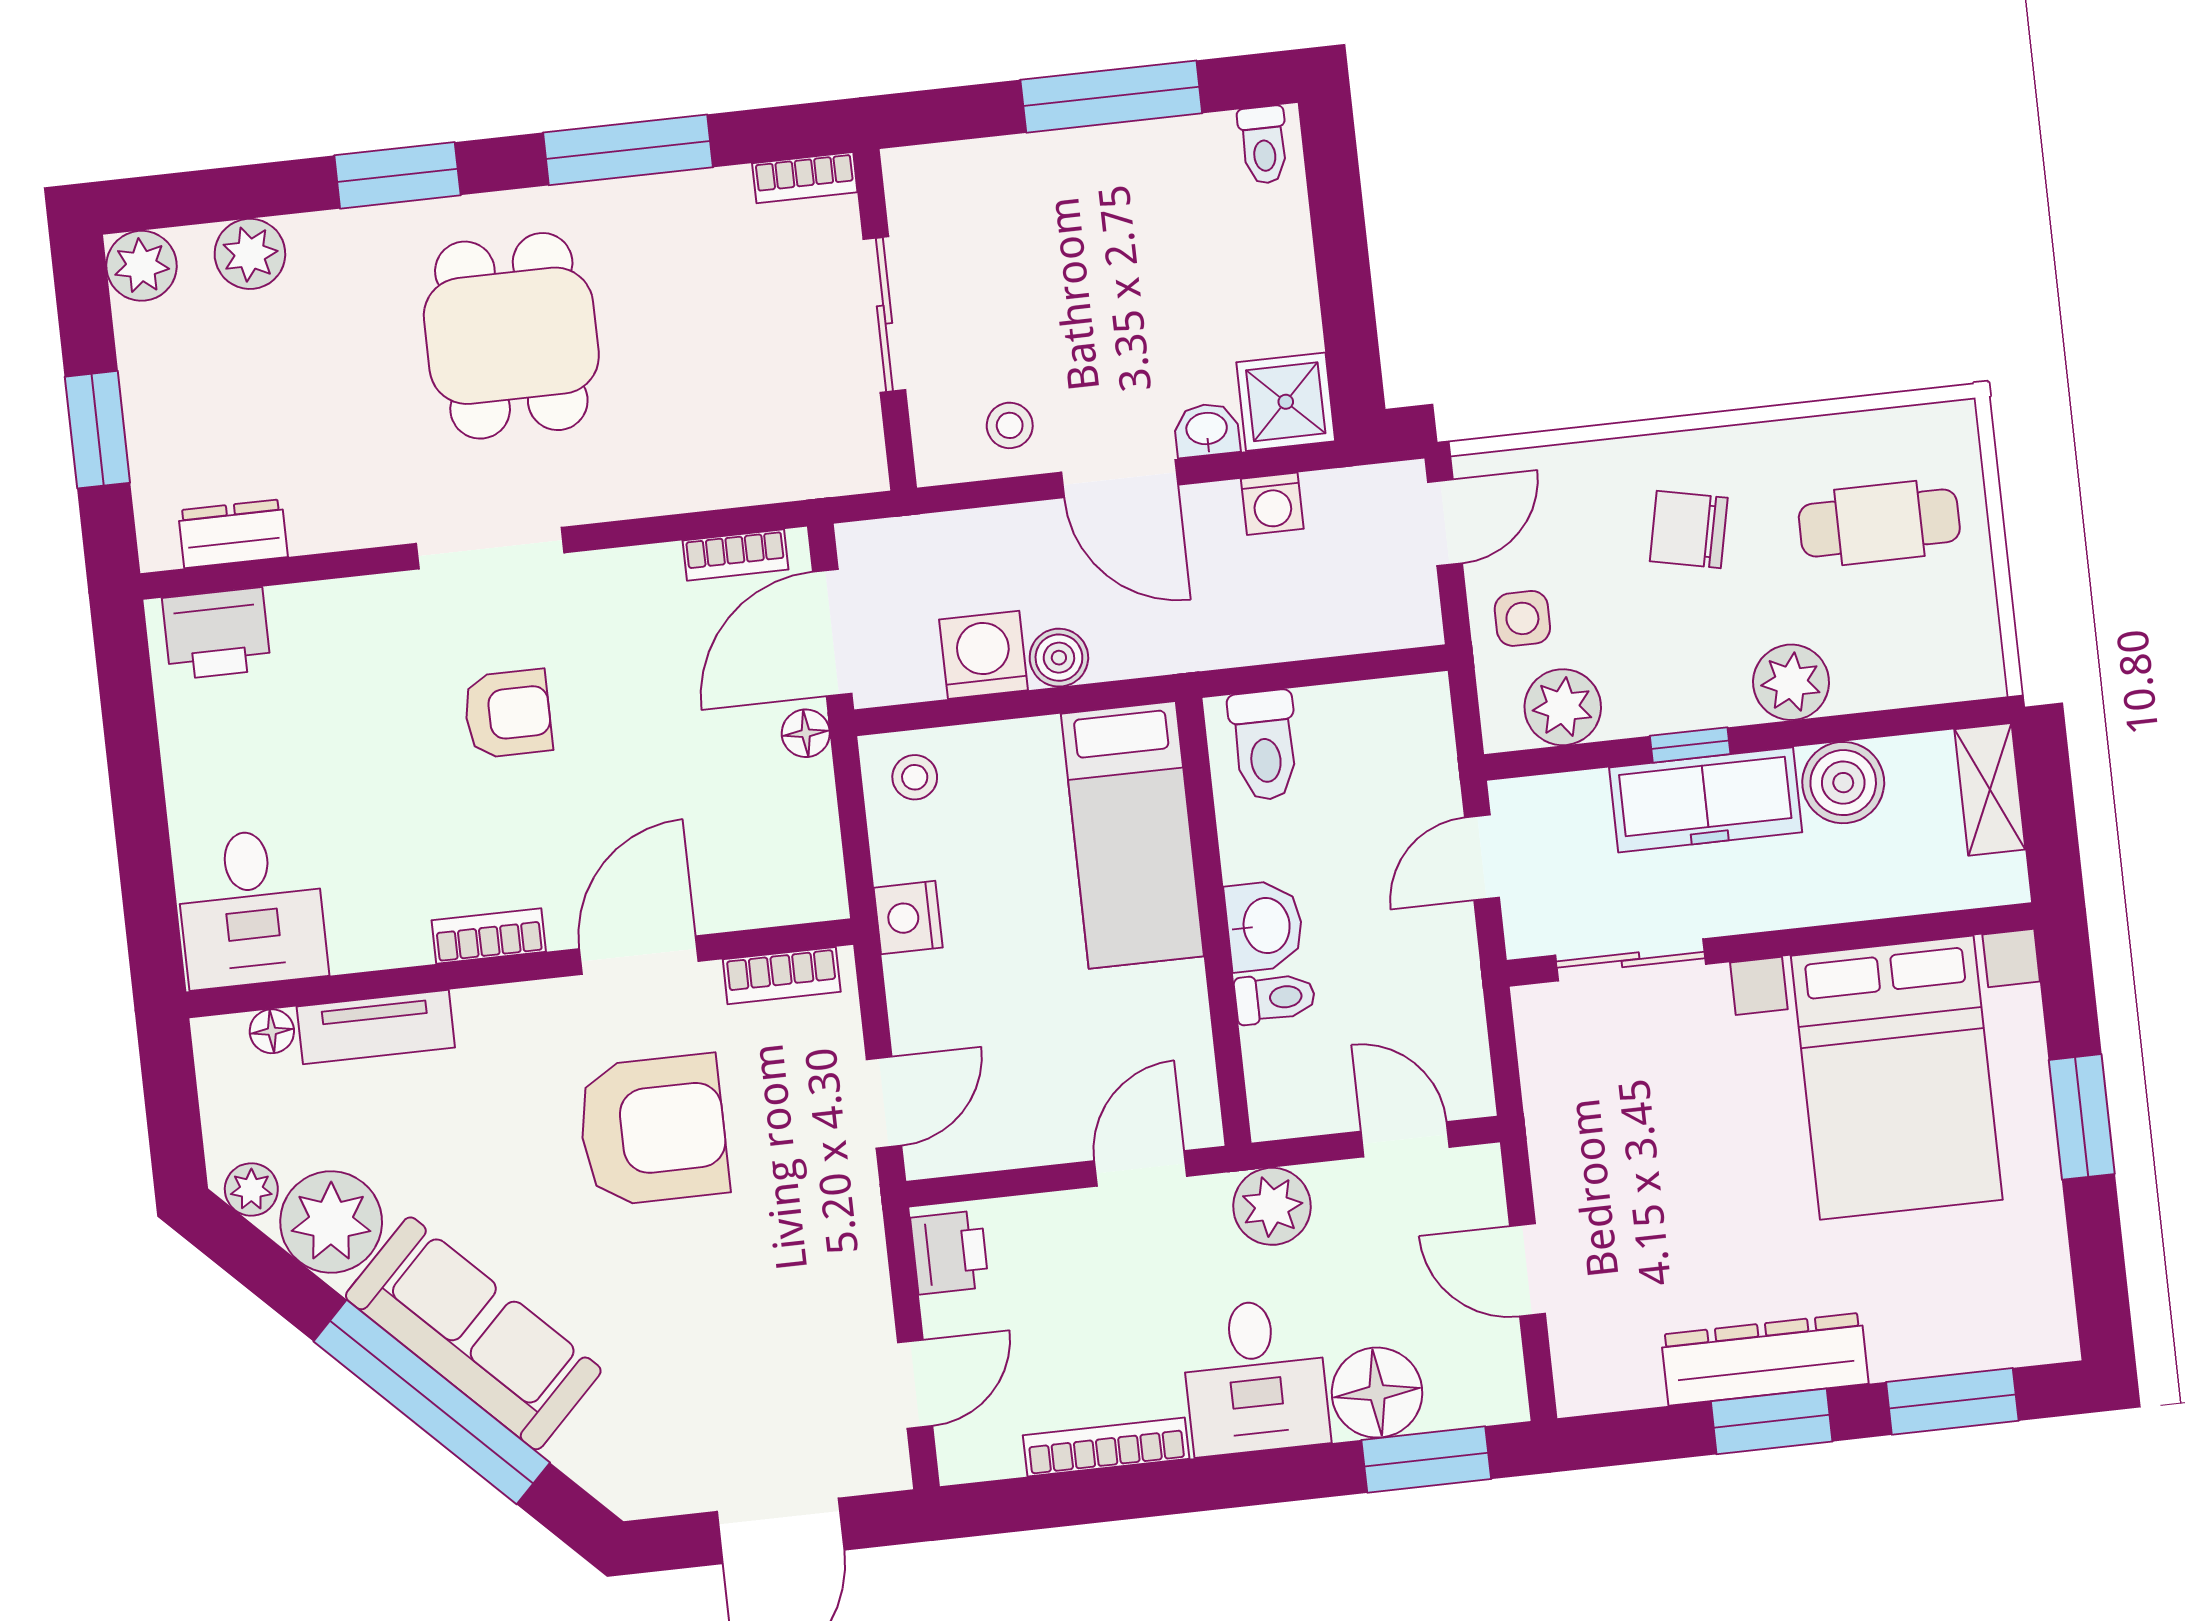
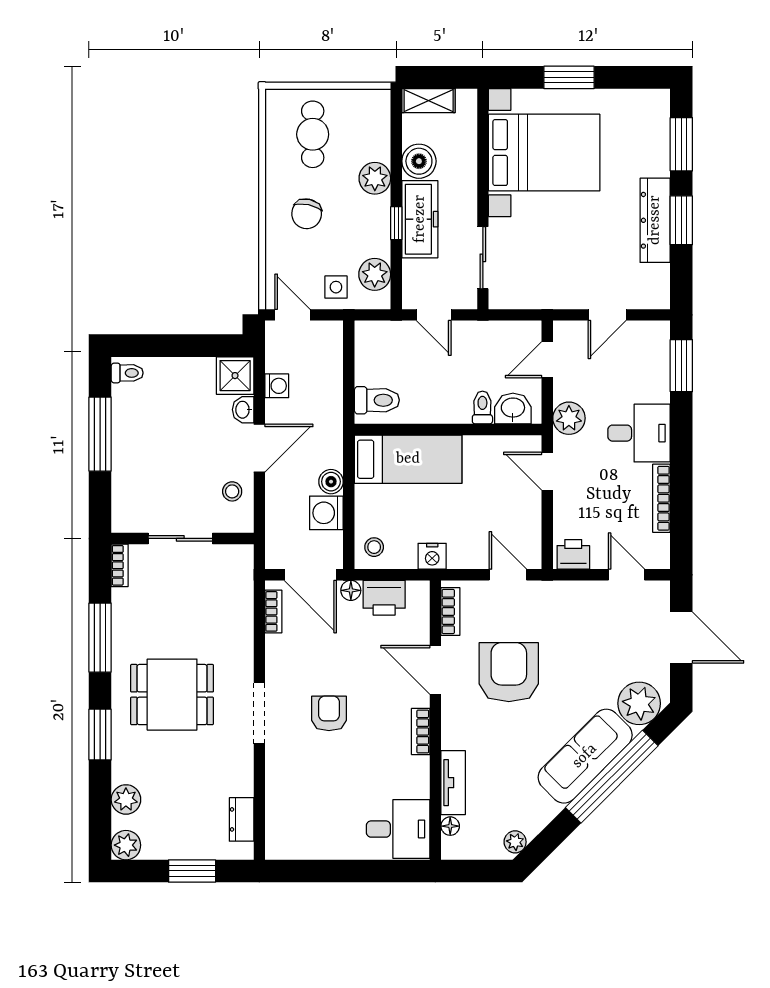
printer: (217, 634) -> (384, 598), moved, turned 90
washbasin: (1264, 926) -> (513, 408), moved
plant: (331, 1222) -> (639, 703), moved
floor lamp: (1377, 1393) -> (651, 383), removed

